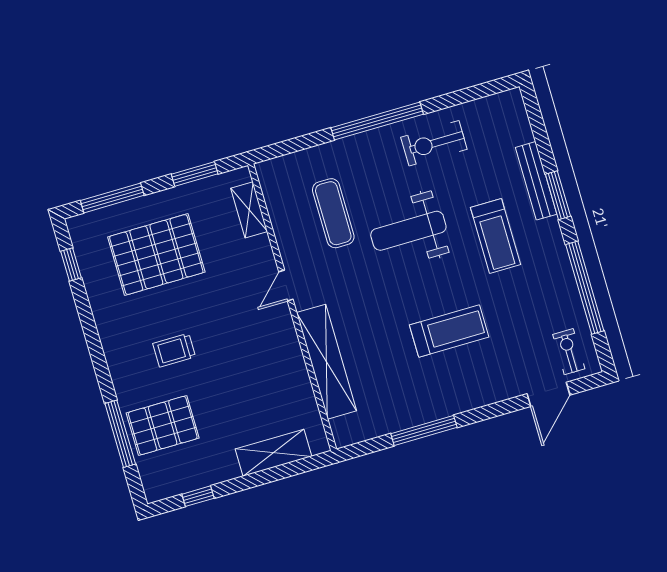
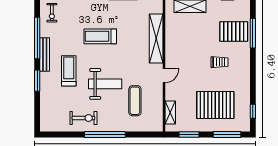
bench: (536, 181) -> (45, 55), moved

